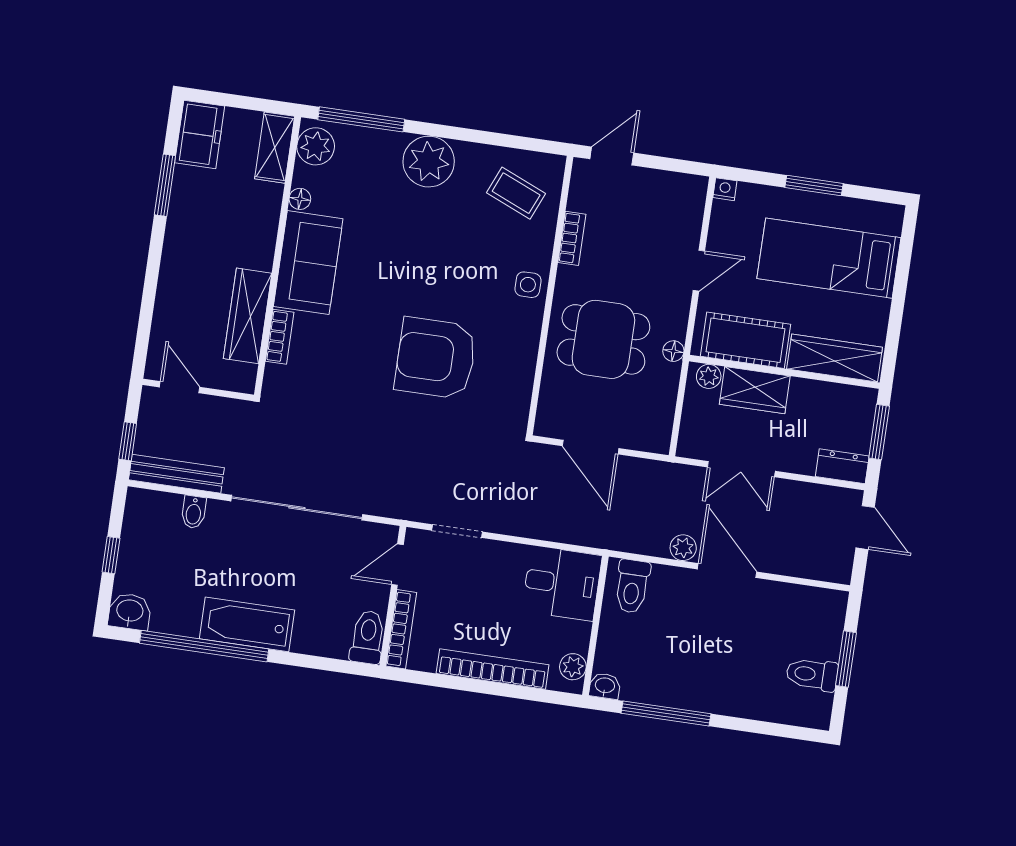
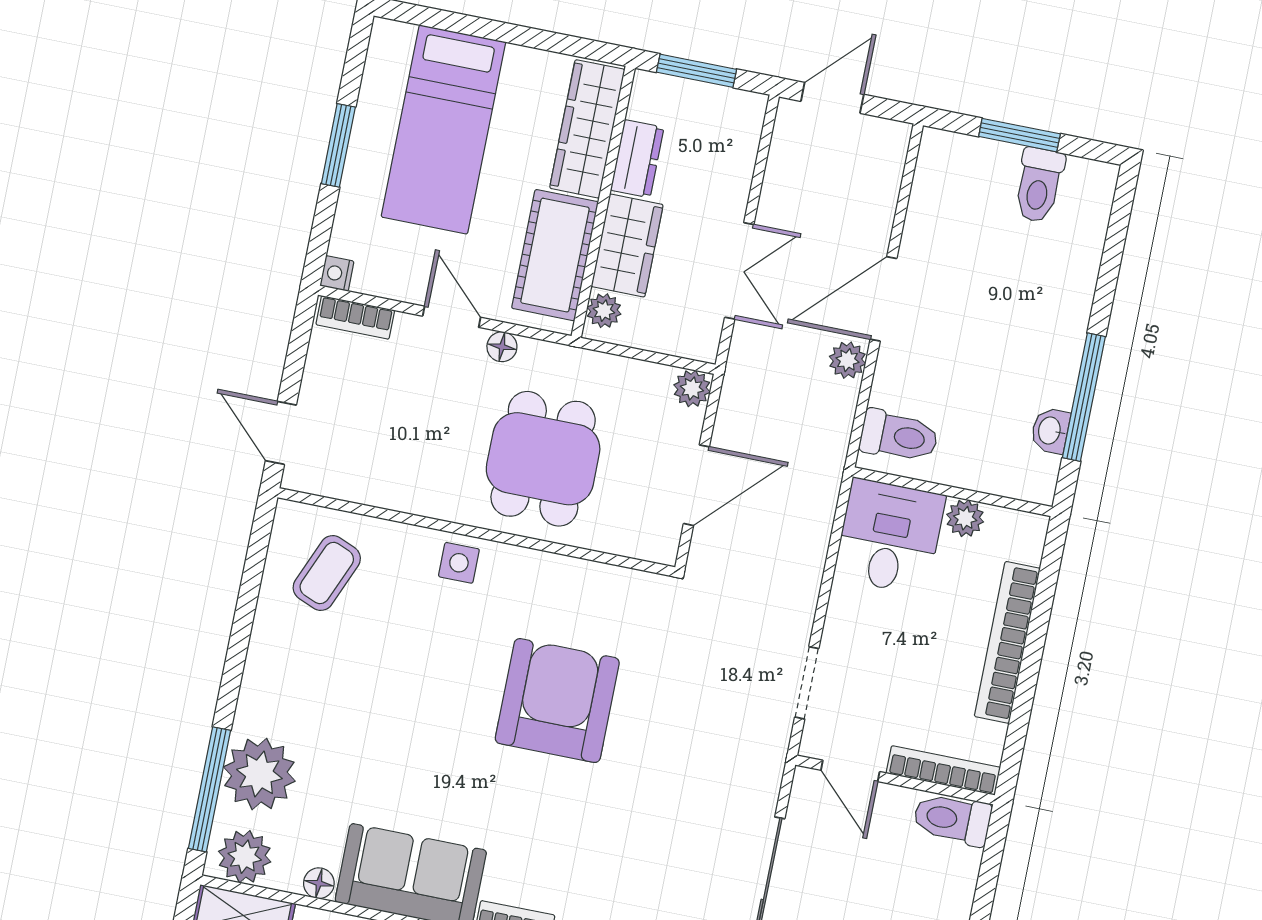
plant: (429, 162) -> (259, 774), moved
bookcase: (572, 238) -> (355, 317), moved, turned 180
floor lamp: (673, 351) -> (502, 347), moved
armchair: (436, 358) -> (557, 701), turned 180
plant: (658, 440) -> (692, 388), added
dresser: (842, 466) -> (637, 159), moved, turned 180
plant: (573, 667) -> (965, 518), moved
washbasin: (605, 686) -> (1050, 431), moved

